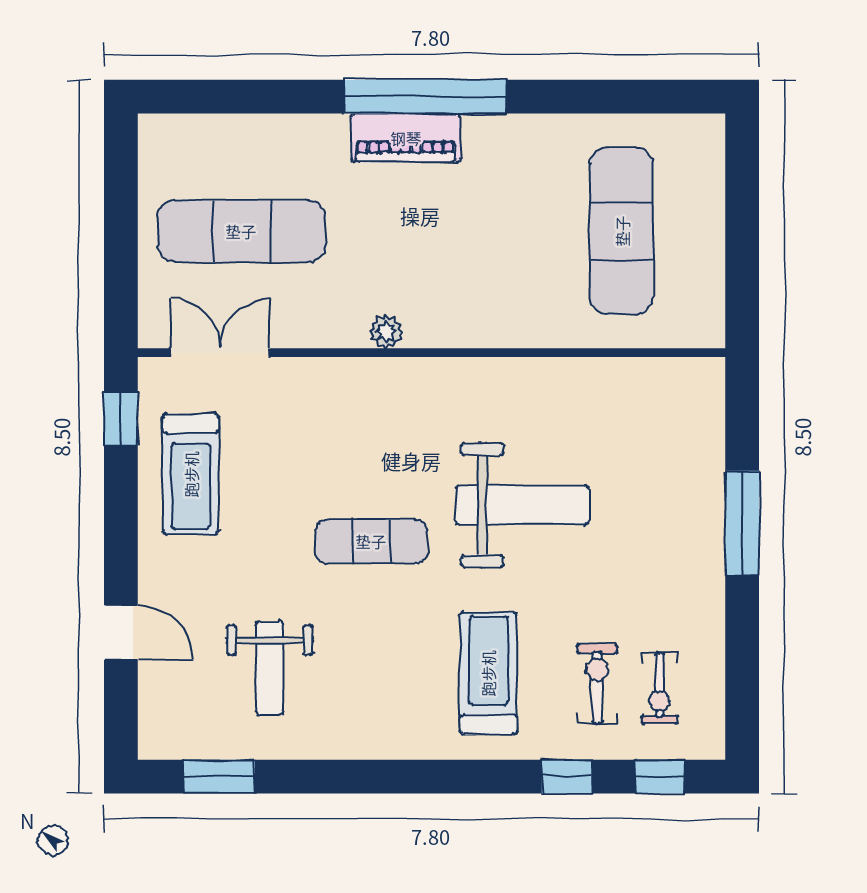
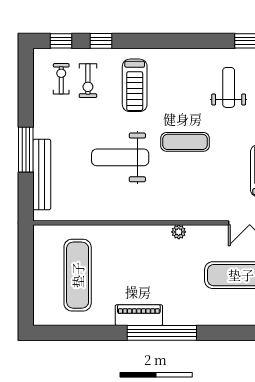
piano: (406, 138) -> (139, 315), moved
bench: (705, 465) -> (42, 175), added

